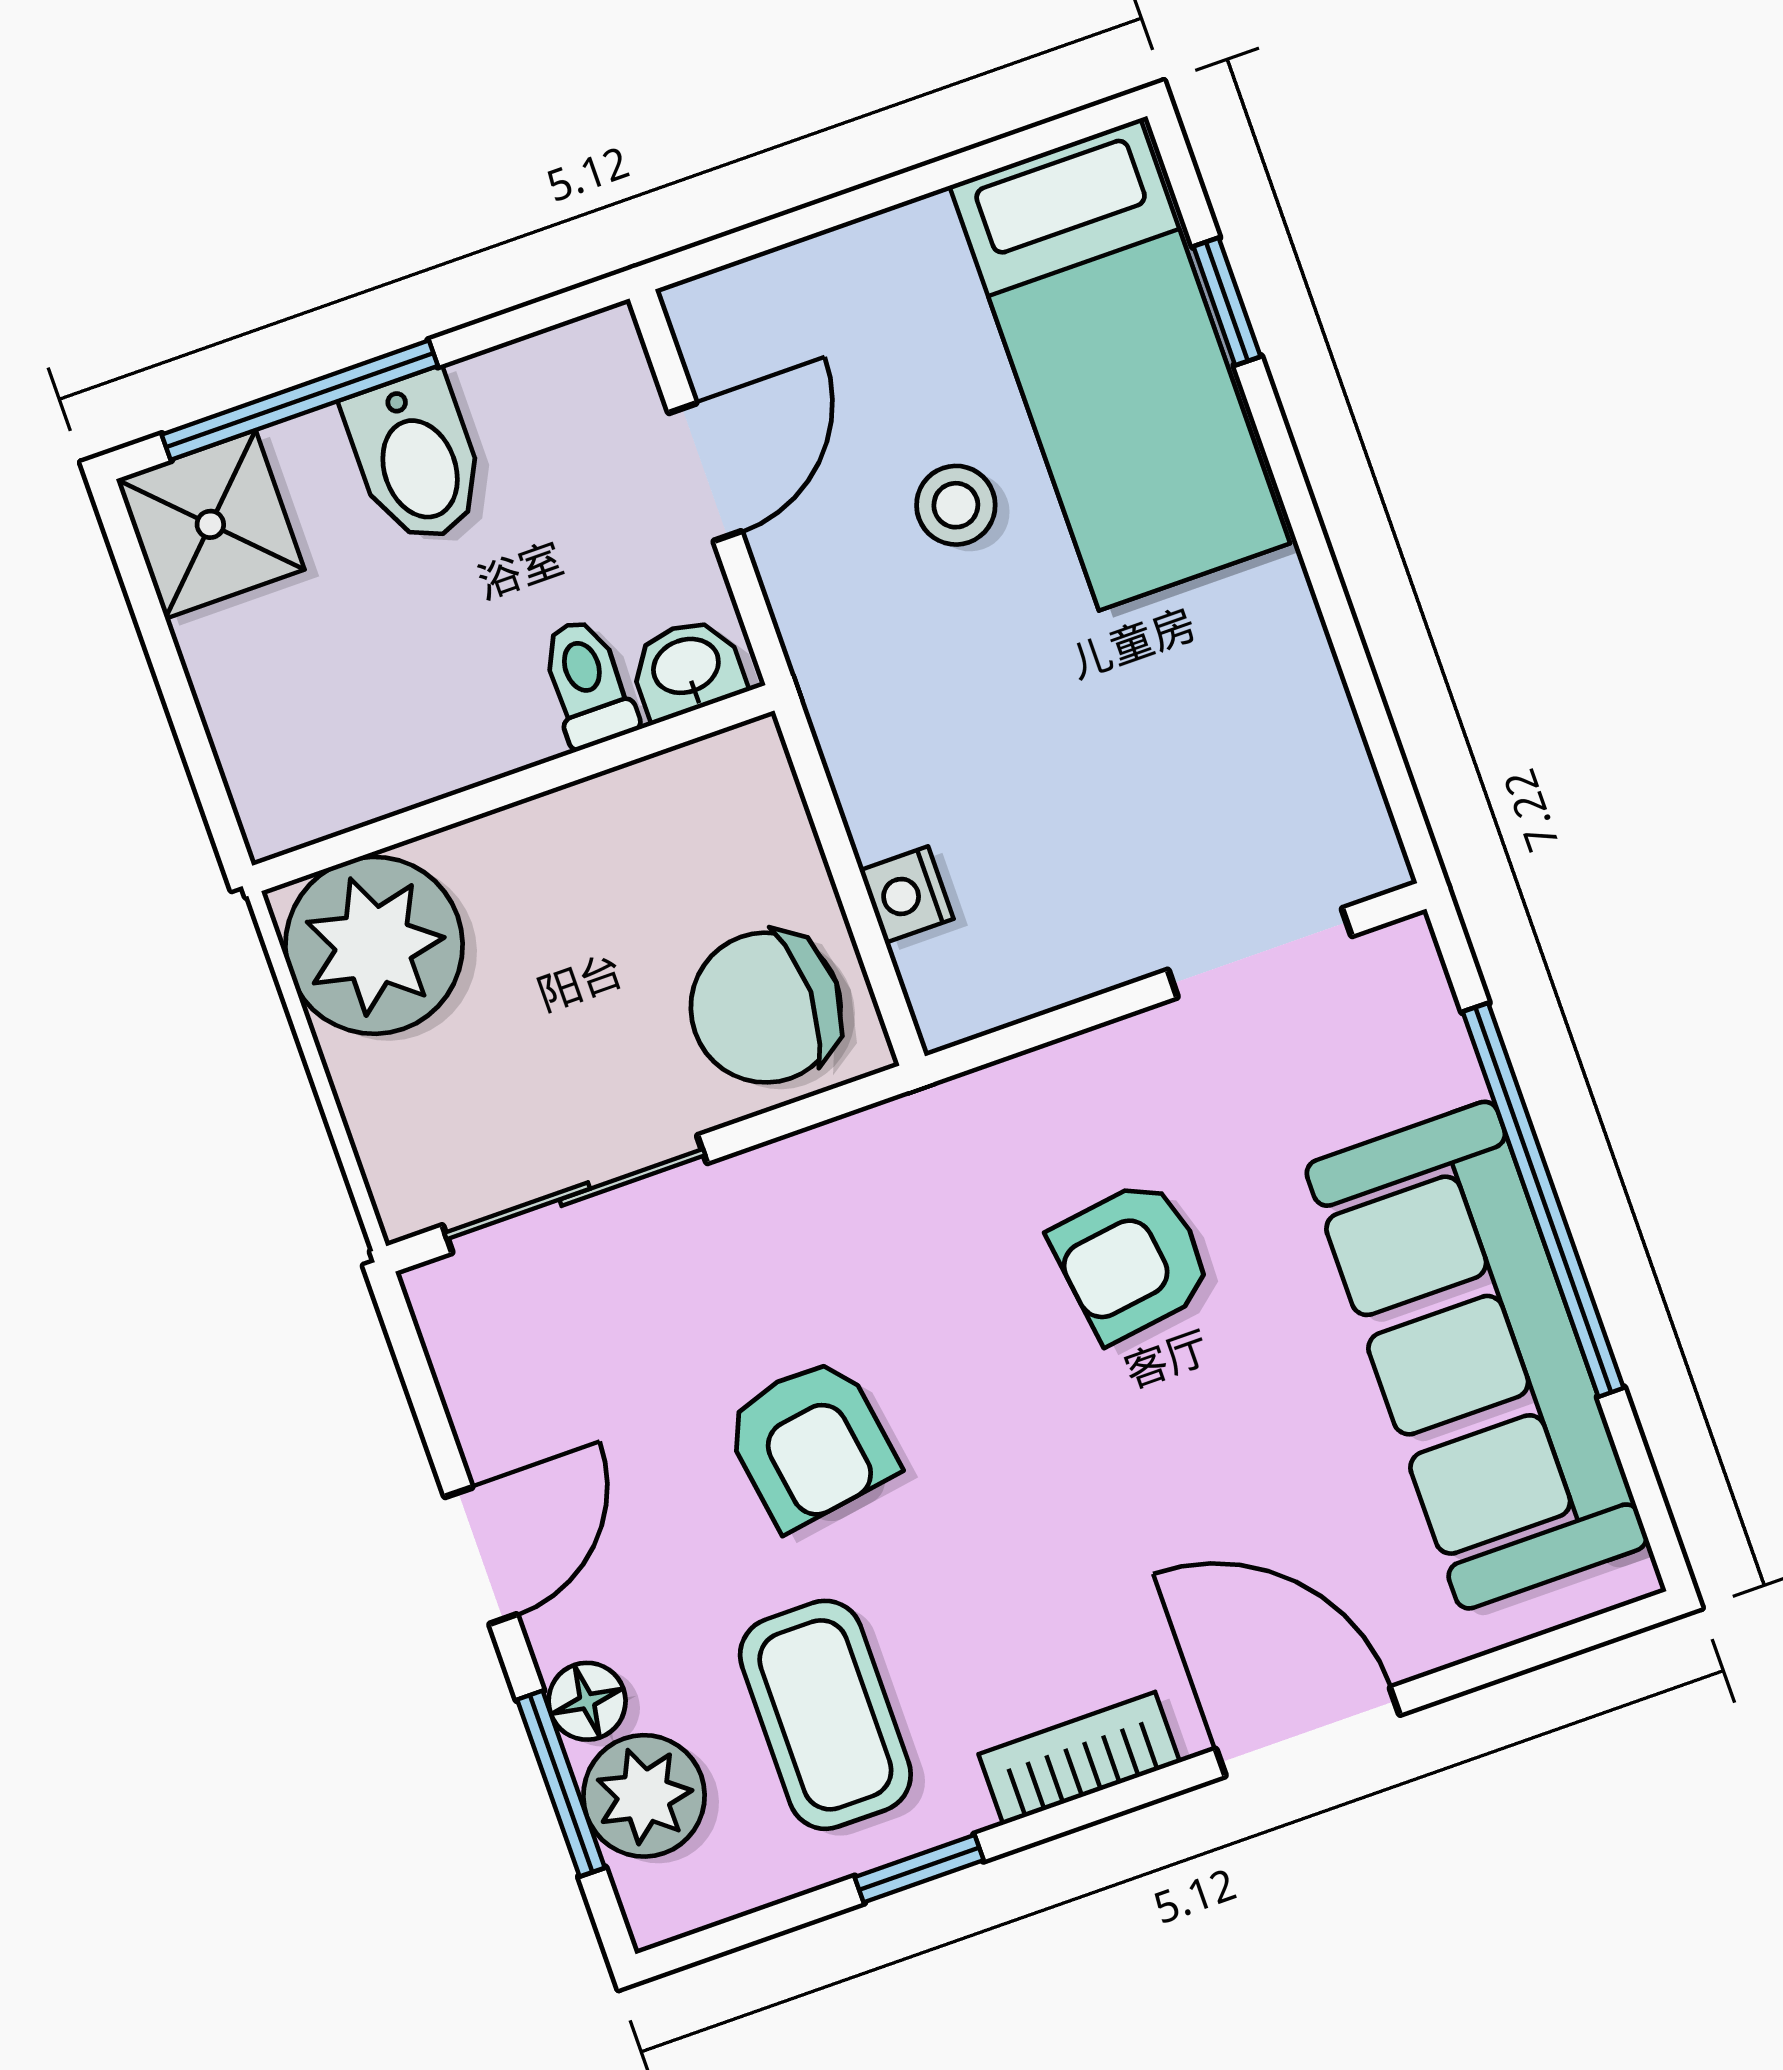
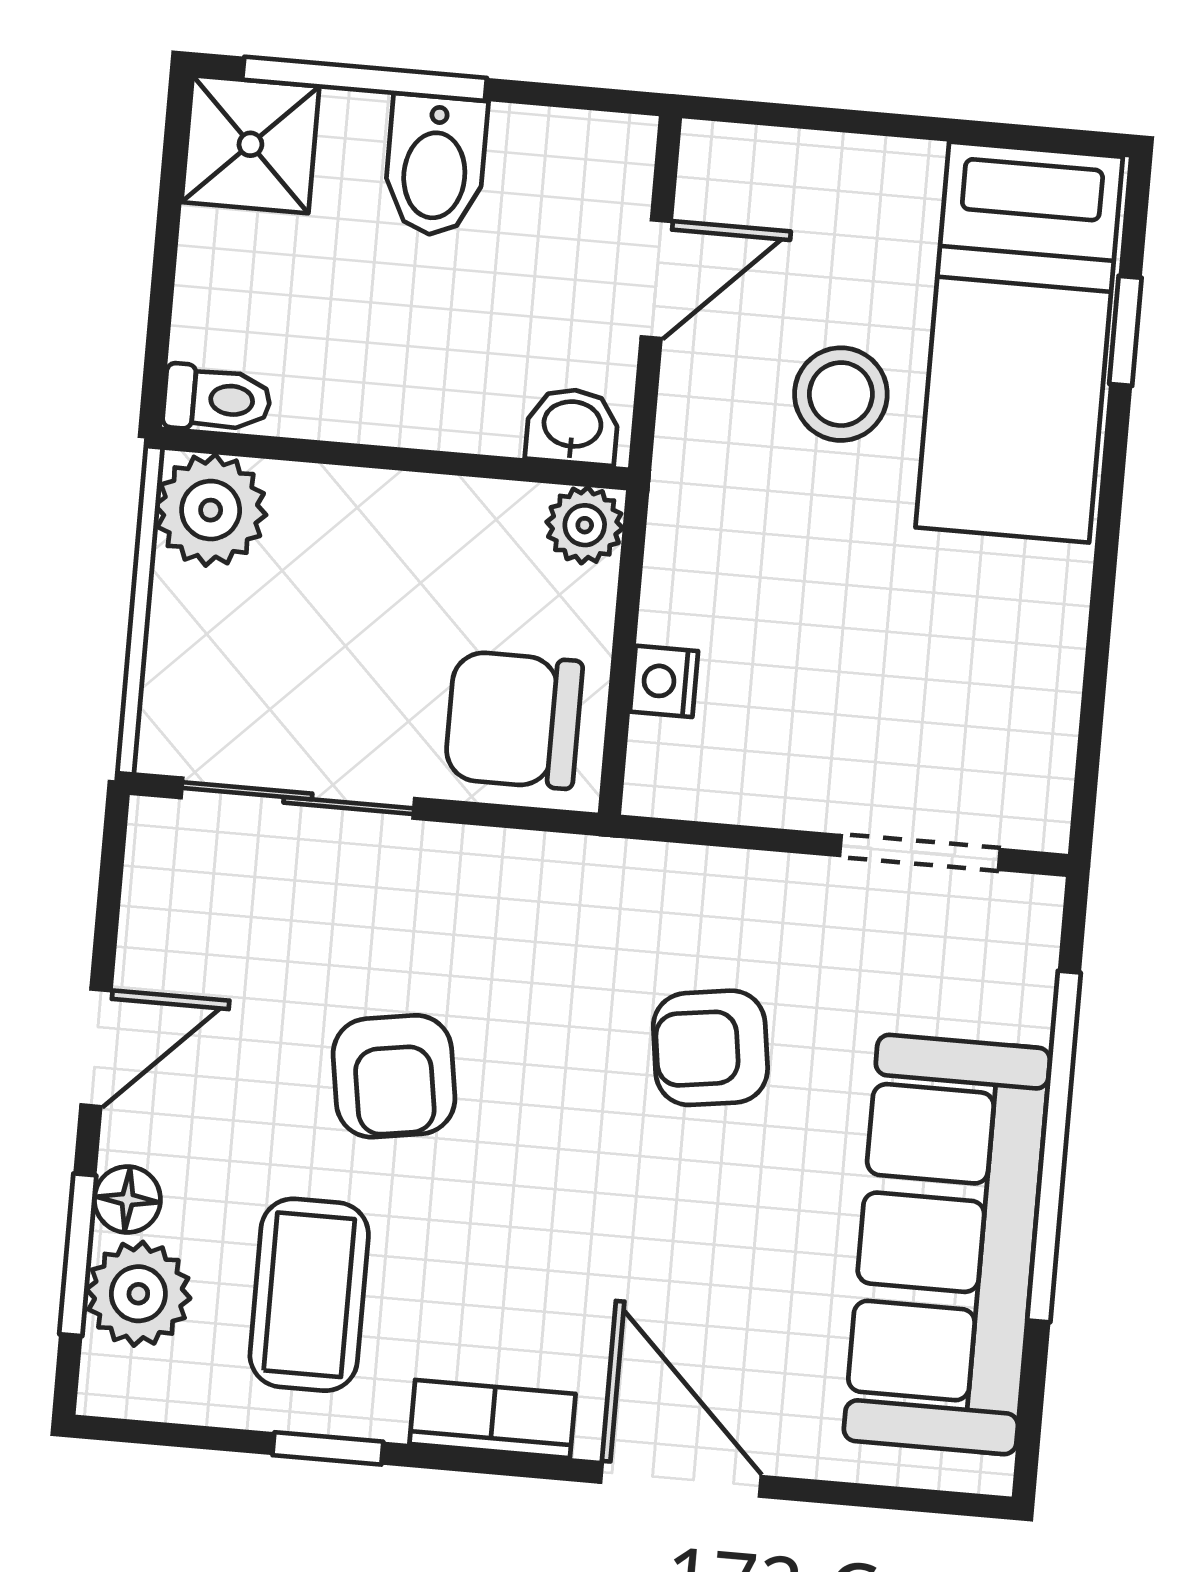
stool: (956, 505) -> (841, 394), width x1.37, depth x1.37
toilet: (588, 683) -> (217, 399), moved, turned 90
plant: (747, 767) -> (585, 525), added
plant: (374, 945) -> (211, 510), width x0.73, depth x0.73

